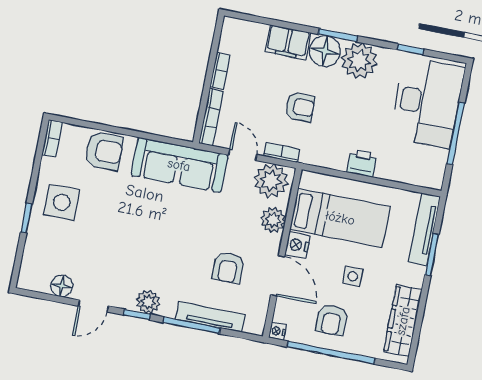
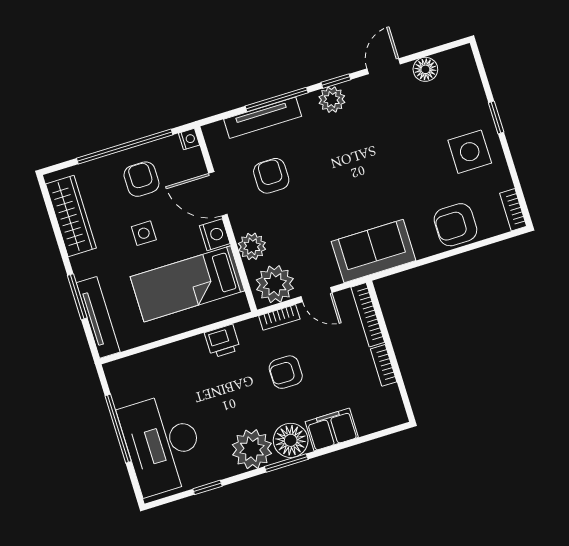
printer: (362, 163) -> (222, 341), moved
sofa: (179, 165) -> (374, 251), width x0.73

